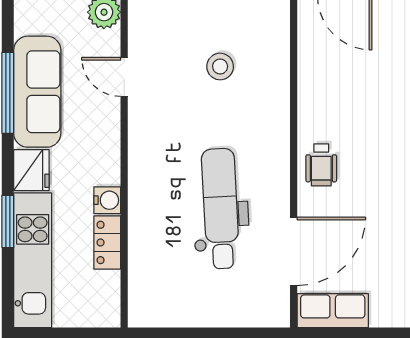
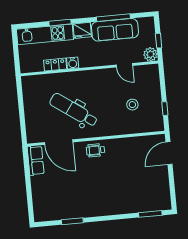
door: (124, 77) -> (124, 65), swing flipped
dental chair: (221, 209) -> (74, 110), turned -142

